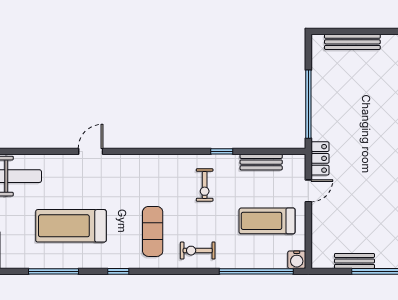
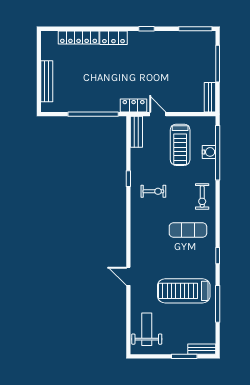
bench: (261, 162) -> (136, 132), moved
treadmill: (71, 226) -> (184, 291), turned 90
water cooler: (297, 260) -> (209, 152), moved
bench: (354, 261) -> (210, 97), moved

